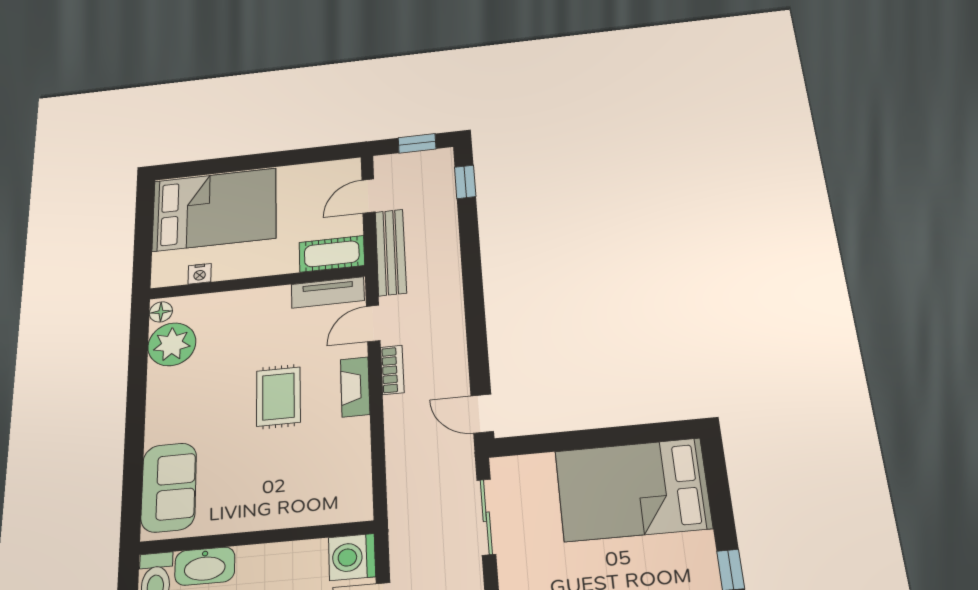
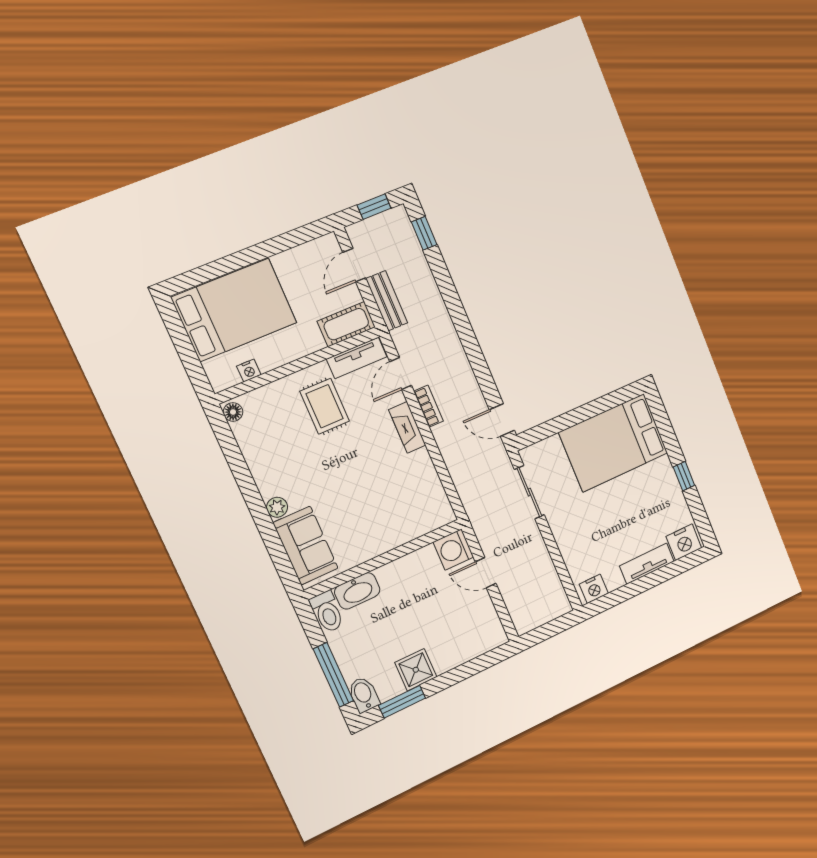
bench: (391, 252) -> (387, 301), width x0.73
plant: (172, 344) -> (277, 507), moved, width x0.53, depth x0.53
rug: (278, 396) -> (325, 406), moved

